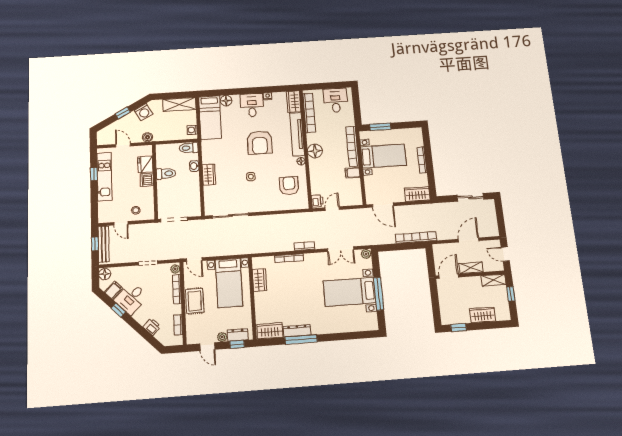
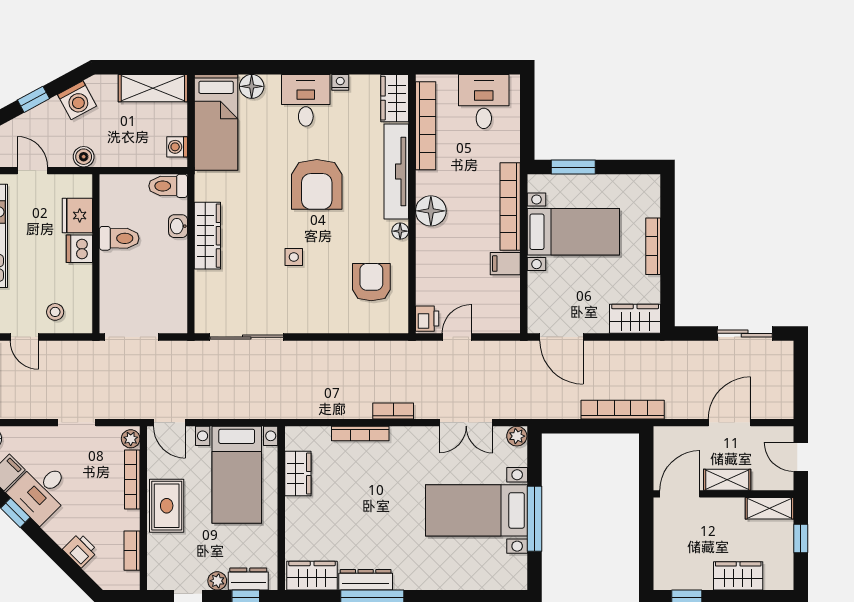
wardrobe: (209, 175) -> (207, 236), width x1.50

